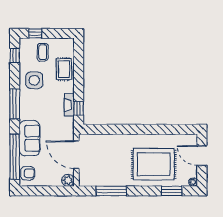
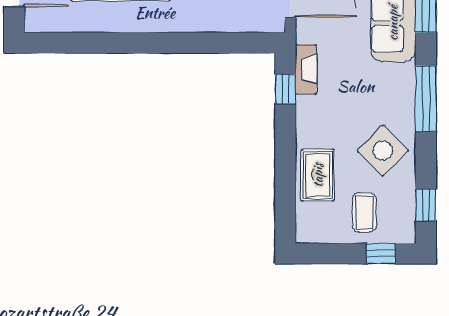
side table: (34, 80) -> (383, 151), turned 45
fireplace: (69, 105) -> (306, 69), moved

